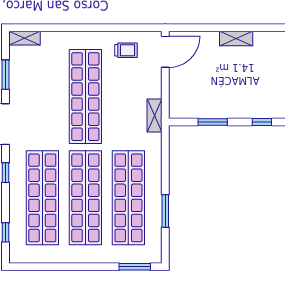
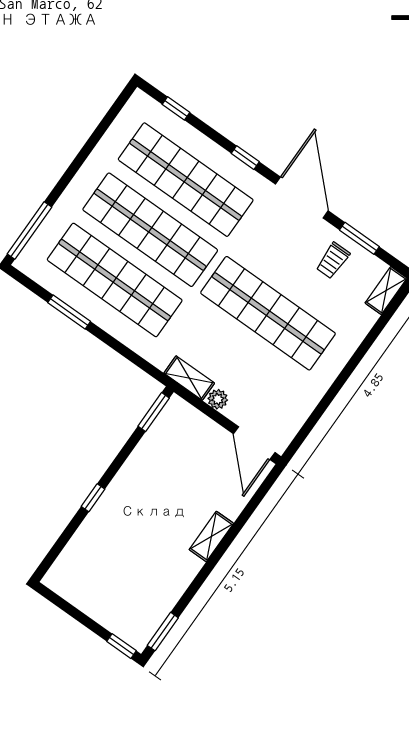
trolley: (126, 50) -> (333, 260), moved
plant: (155, 90) -> (218, 399), added
window: (213, 122) -> (154, 412), moved
window: (135, 267) -> (29, 230), width x1.44

